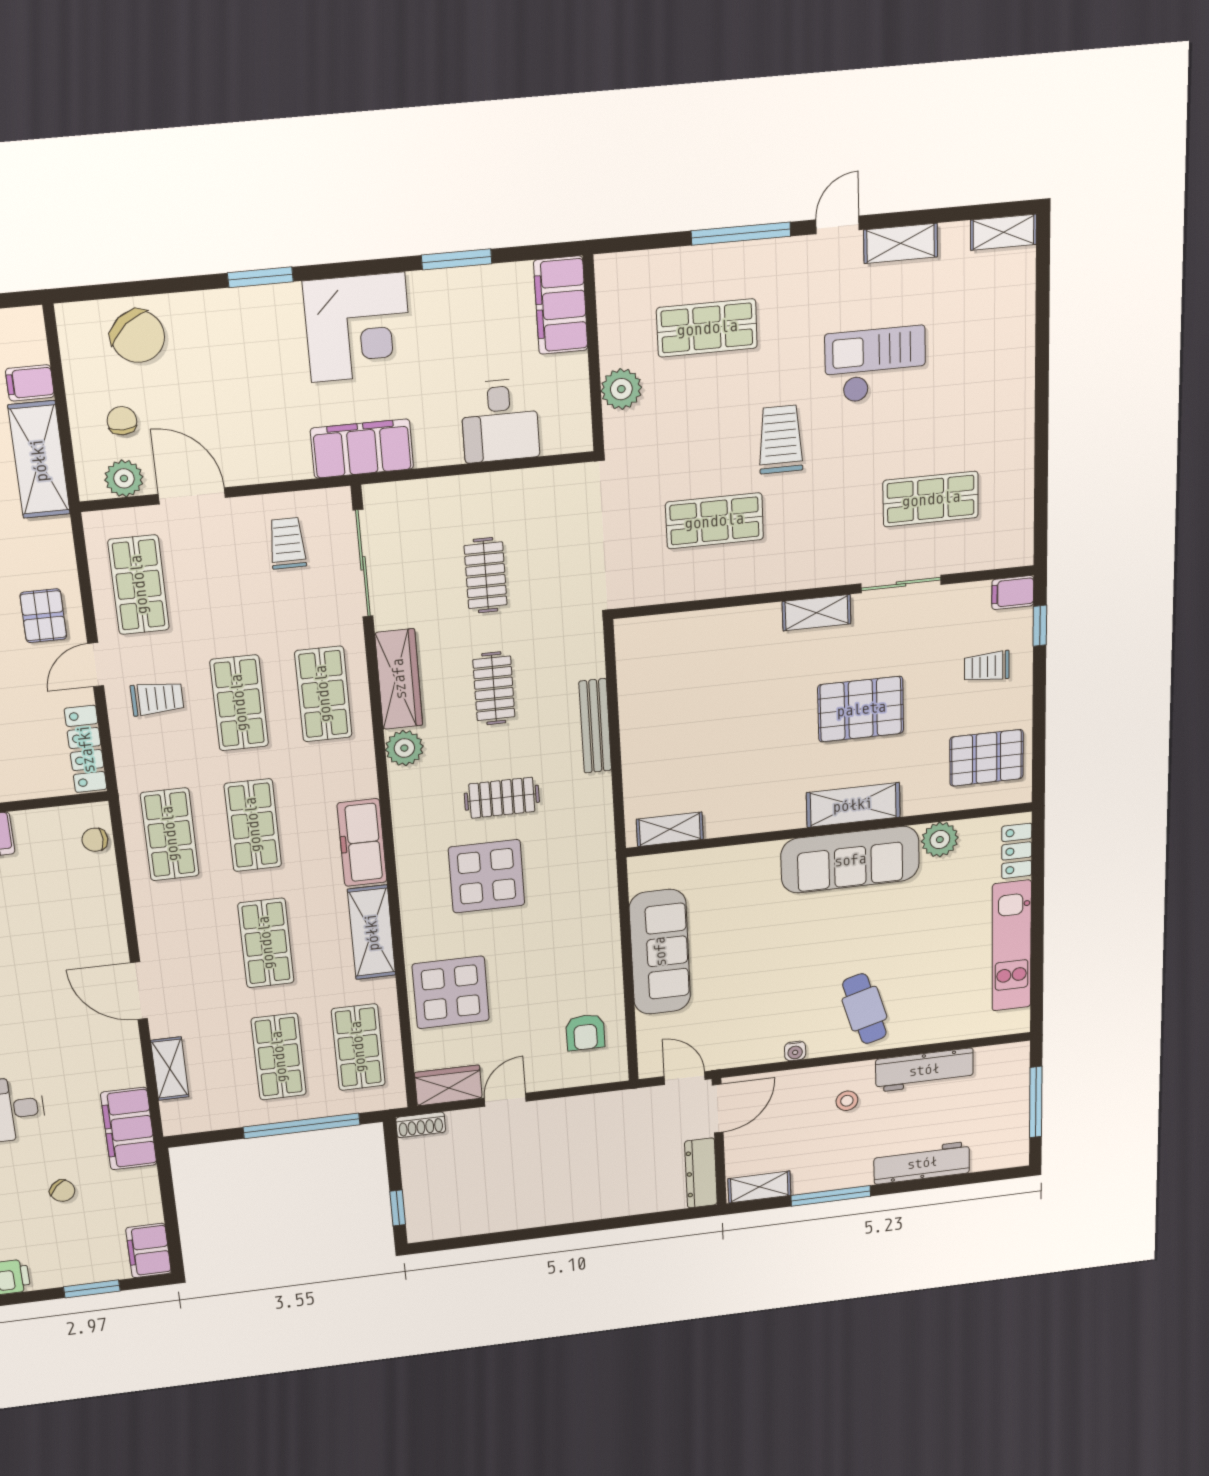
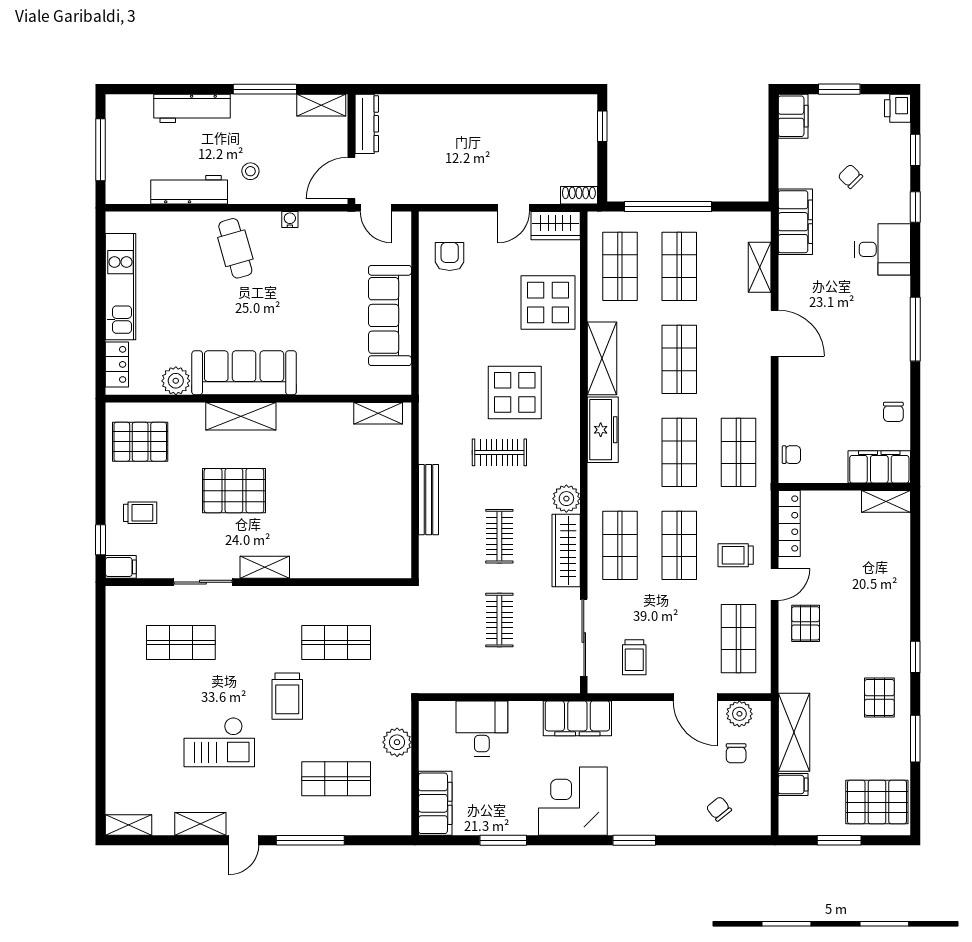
chair: (138, 336) -> (719, 809), width x0.54, depth x0.54

